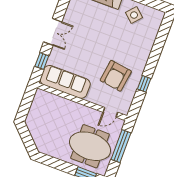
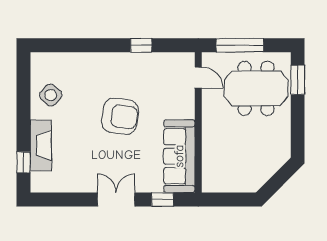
armchair: (116, 76) -> (120, 116), moved
meeting table: (90, 146) -> (256, 88), turned 90

